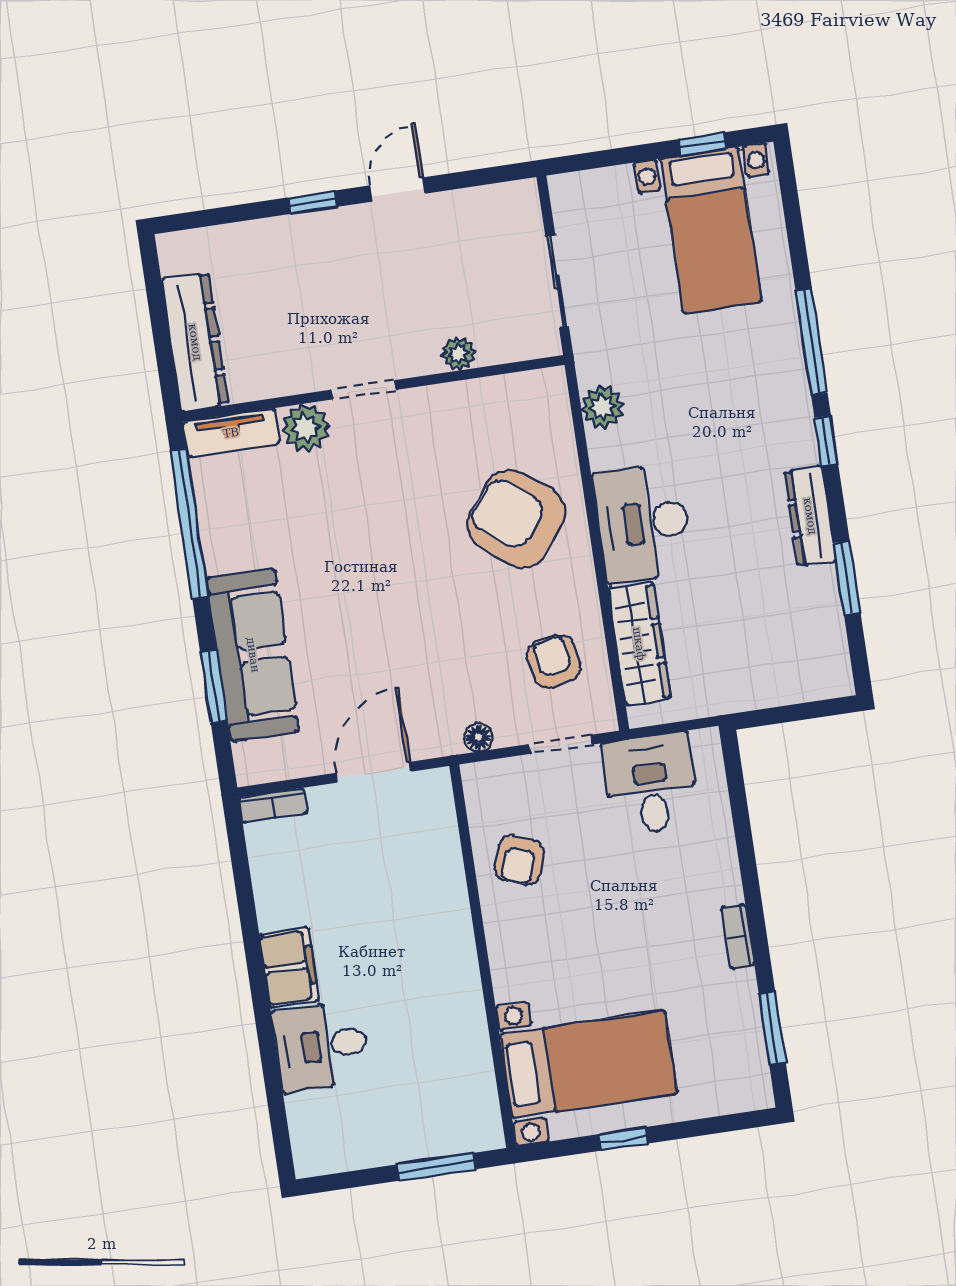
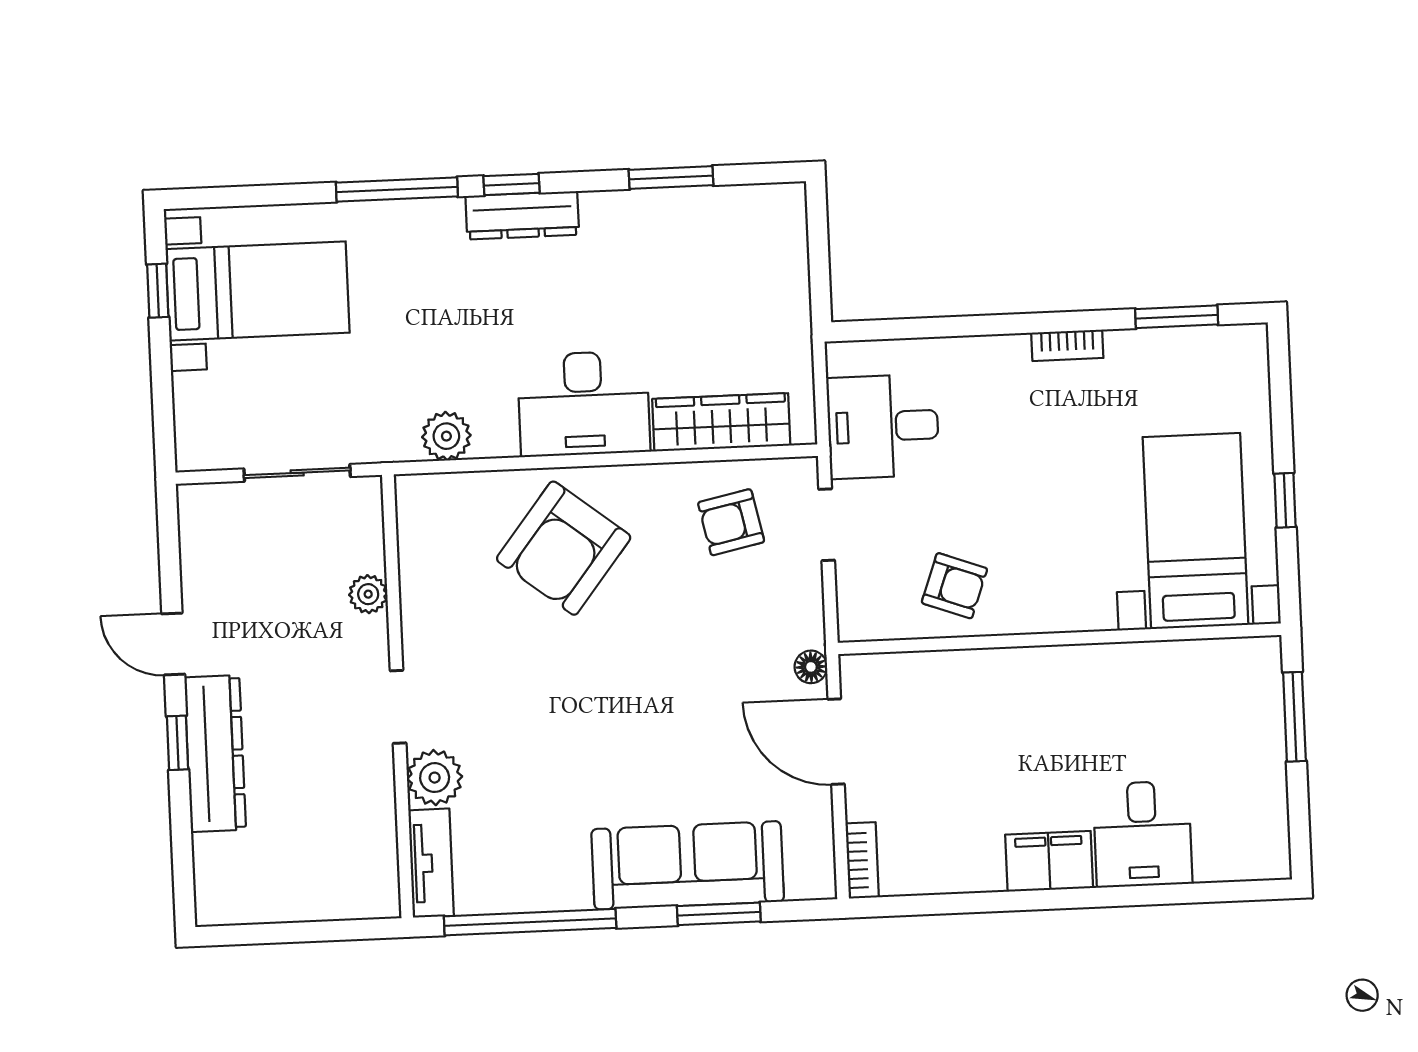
dresser: (195, 342) -> (215, 754), moved, turned 90
dresser: (810, 516) -> (522, 215), moved
floor lamp: (478, 737) -> (811, 667), moved

